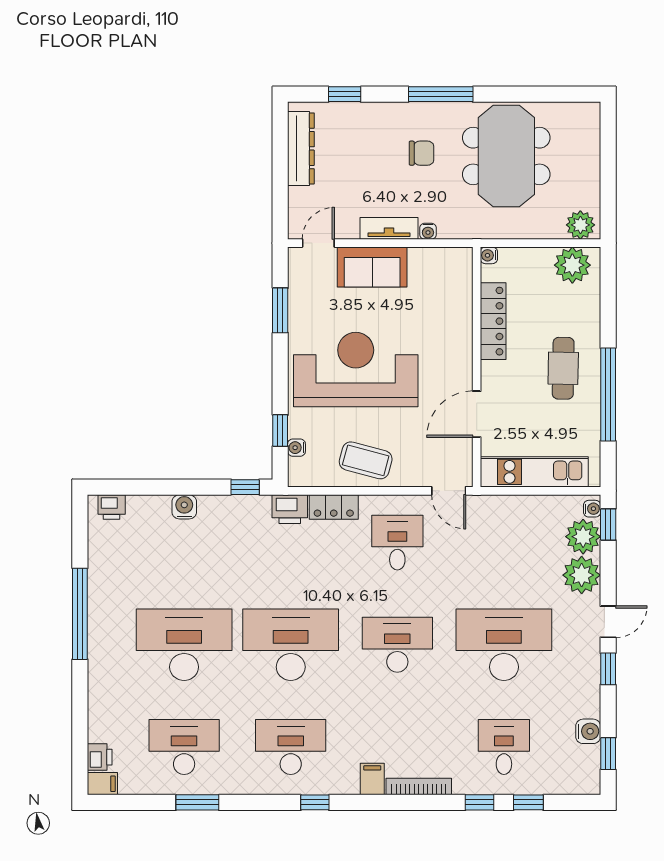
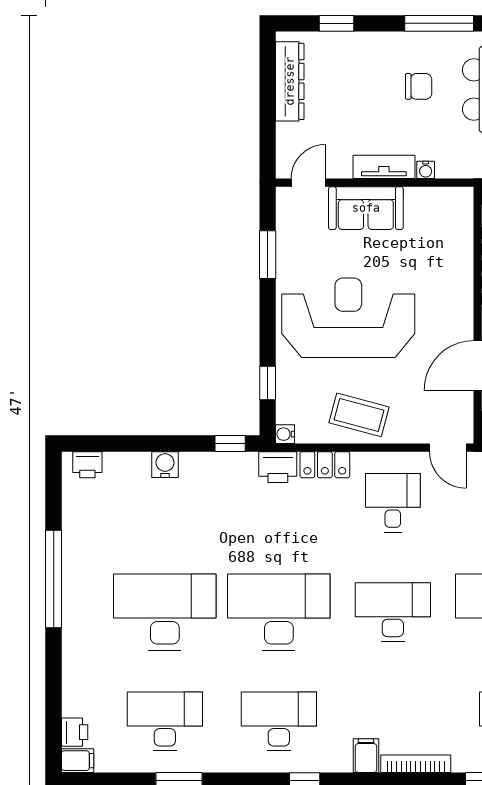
water cooler: (296, 448) -> (285, 434), moved

